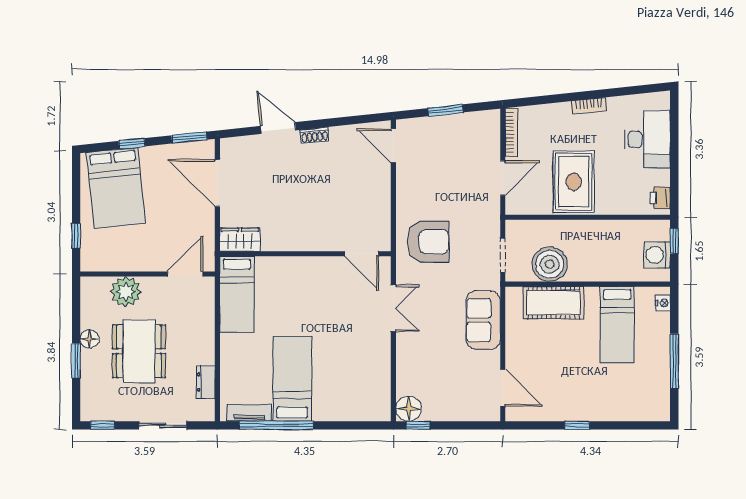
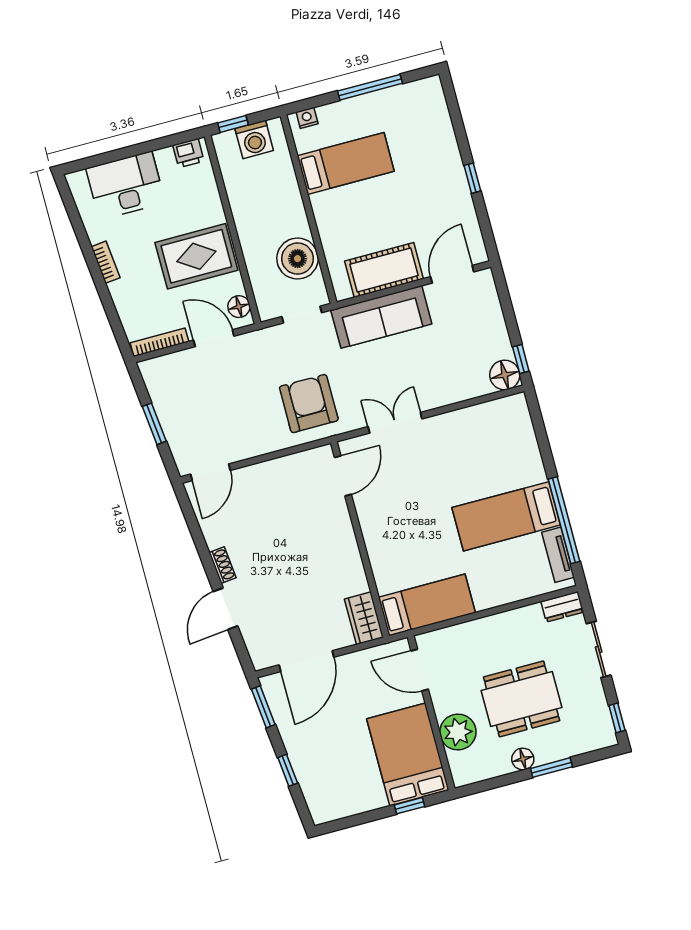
bed: (116, 188) -> (408, 754), moved, turned -84
floor lamp: (523, 206) -> (239, 307), added
cot: (554, 303) -> (384, 270), moved, turned 90
sofa: (483, 320) -> (381, 317), width x1.36
dresser: (206, 382) -> (562, 607), moved

